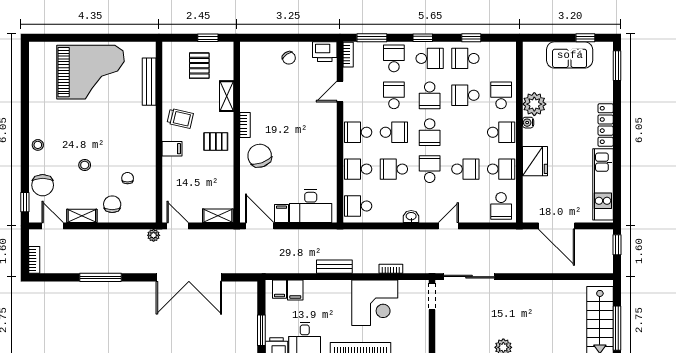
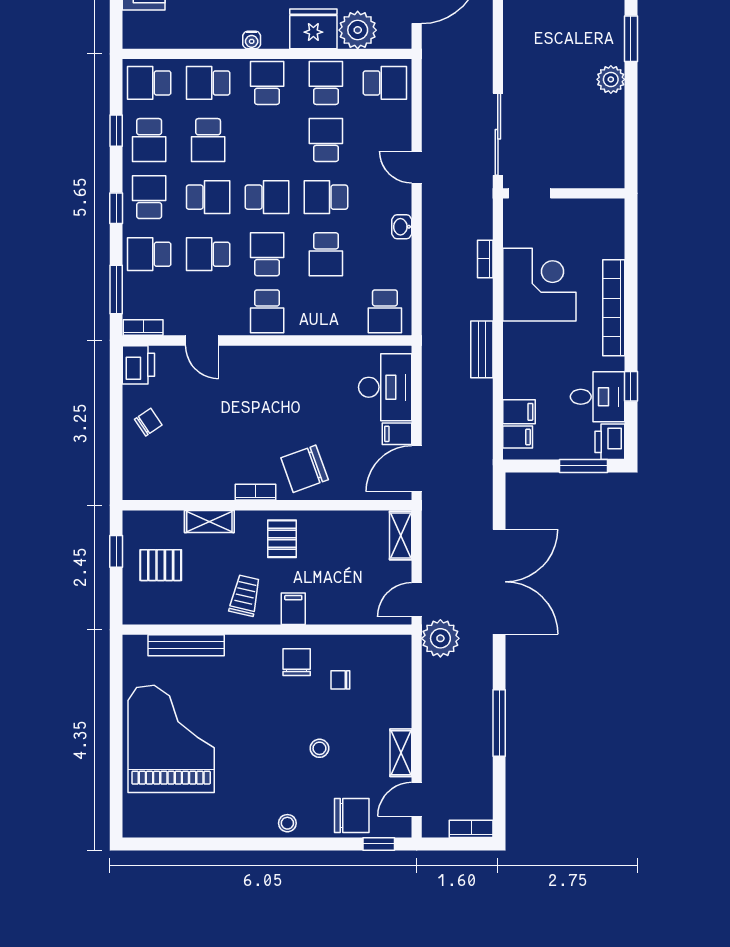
plant: (534, 104) -> (358, 30), moved
school desk: (358, 169) -> (149, 83), moved, turned 90
chair: (112, 204) -> (297, 662), moved, turned 90
plant: (154, 235) -> (440, 638), width x1.88, depth x1.88

